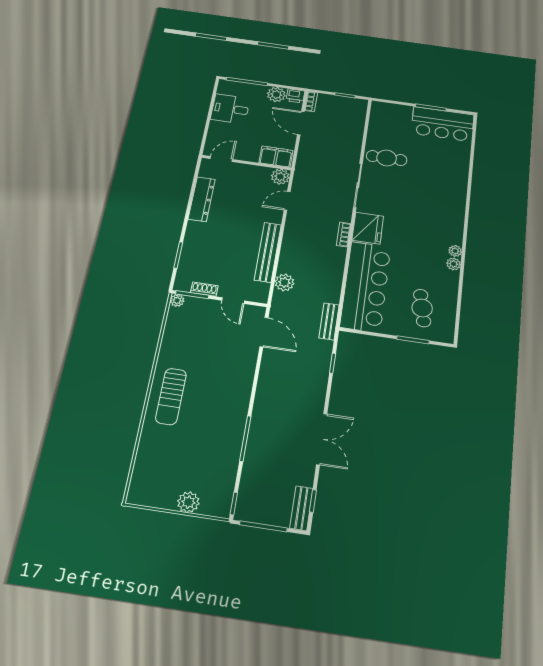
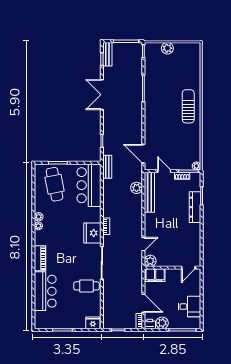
fridge: (383, 110) -> (93, 323), added
bar counter: (443, 124) -> (45, 291), moved, turned 90
dresser: (202, 199) -> (195, 207), moved
piano: (457, 206) -> (40, 258), added
bench: (268, 252) -> (149, 192), moved
bar counter: (366, 287) -> (89, 185), width x0.73
cafe table: (422, 308) -> (55, 184), width x1.37, depth x1.35

